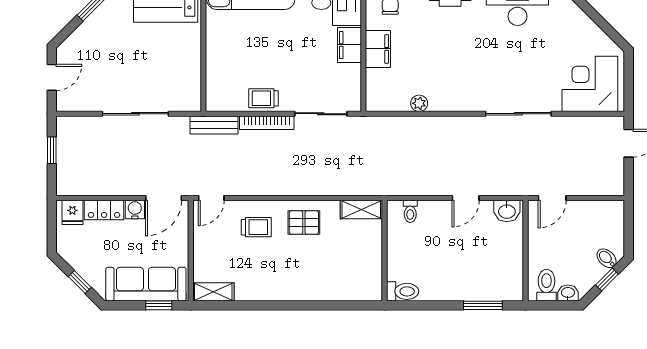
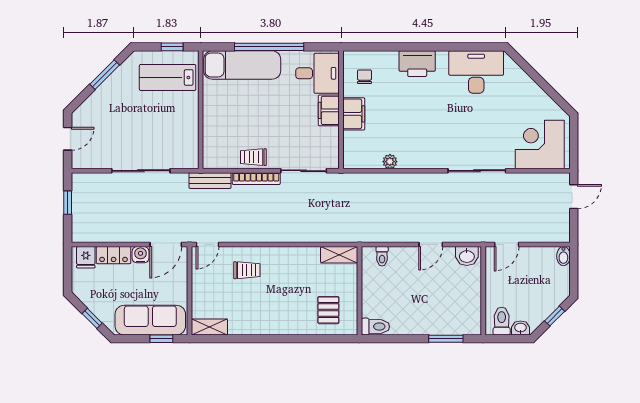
pallet: (304, 223) -> (328, 310), moved, turned 90
bidet: (607, 258) -> (563, 256), moved, turned -135

